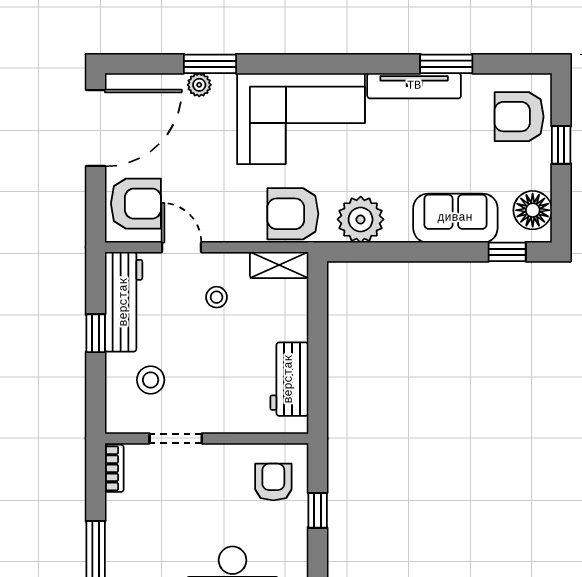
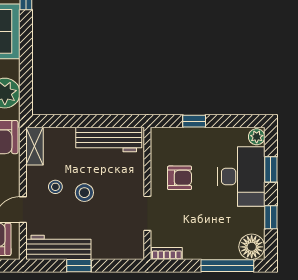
workbench: (289, 379) -> (109, 139), width x1.38
stool: (151, 380) -> (84, 193), moved
armchair: (273, 482) -> (180, 178), moved, turned 180

